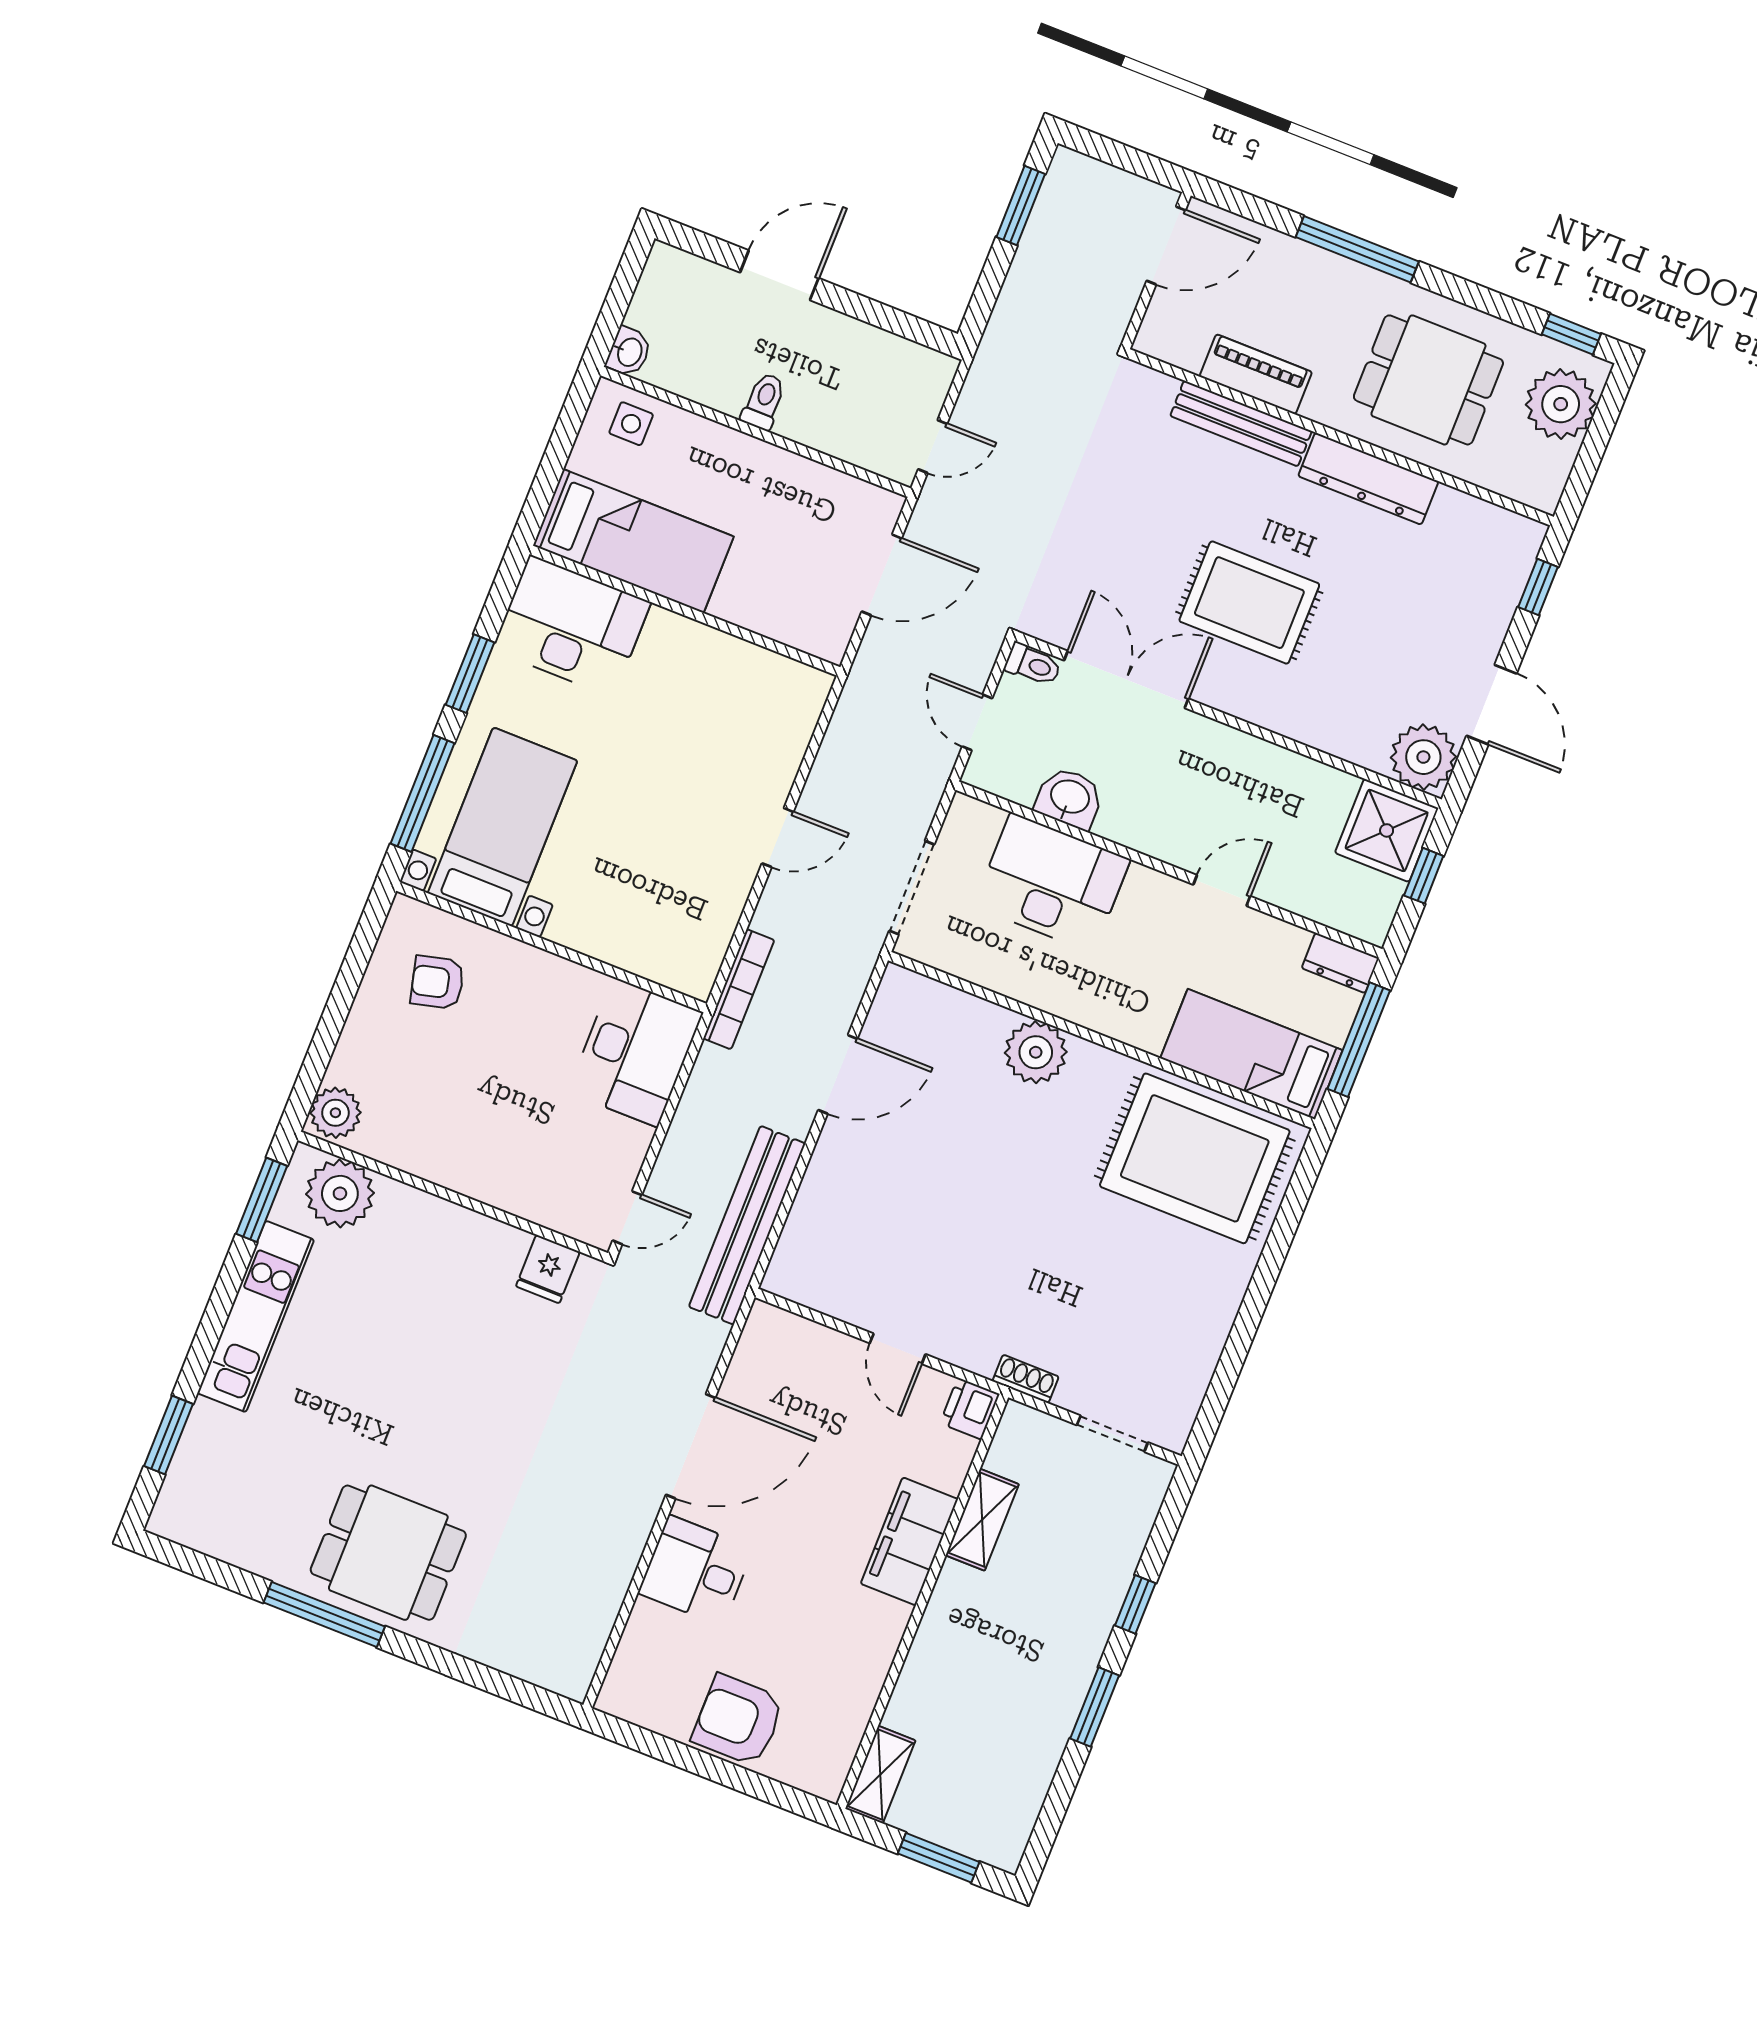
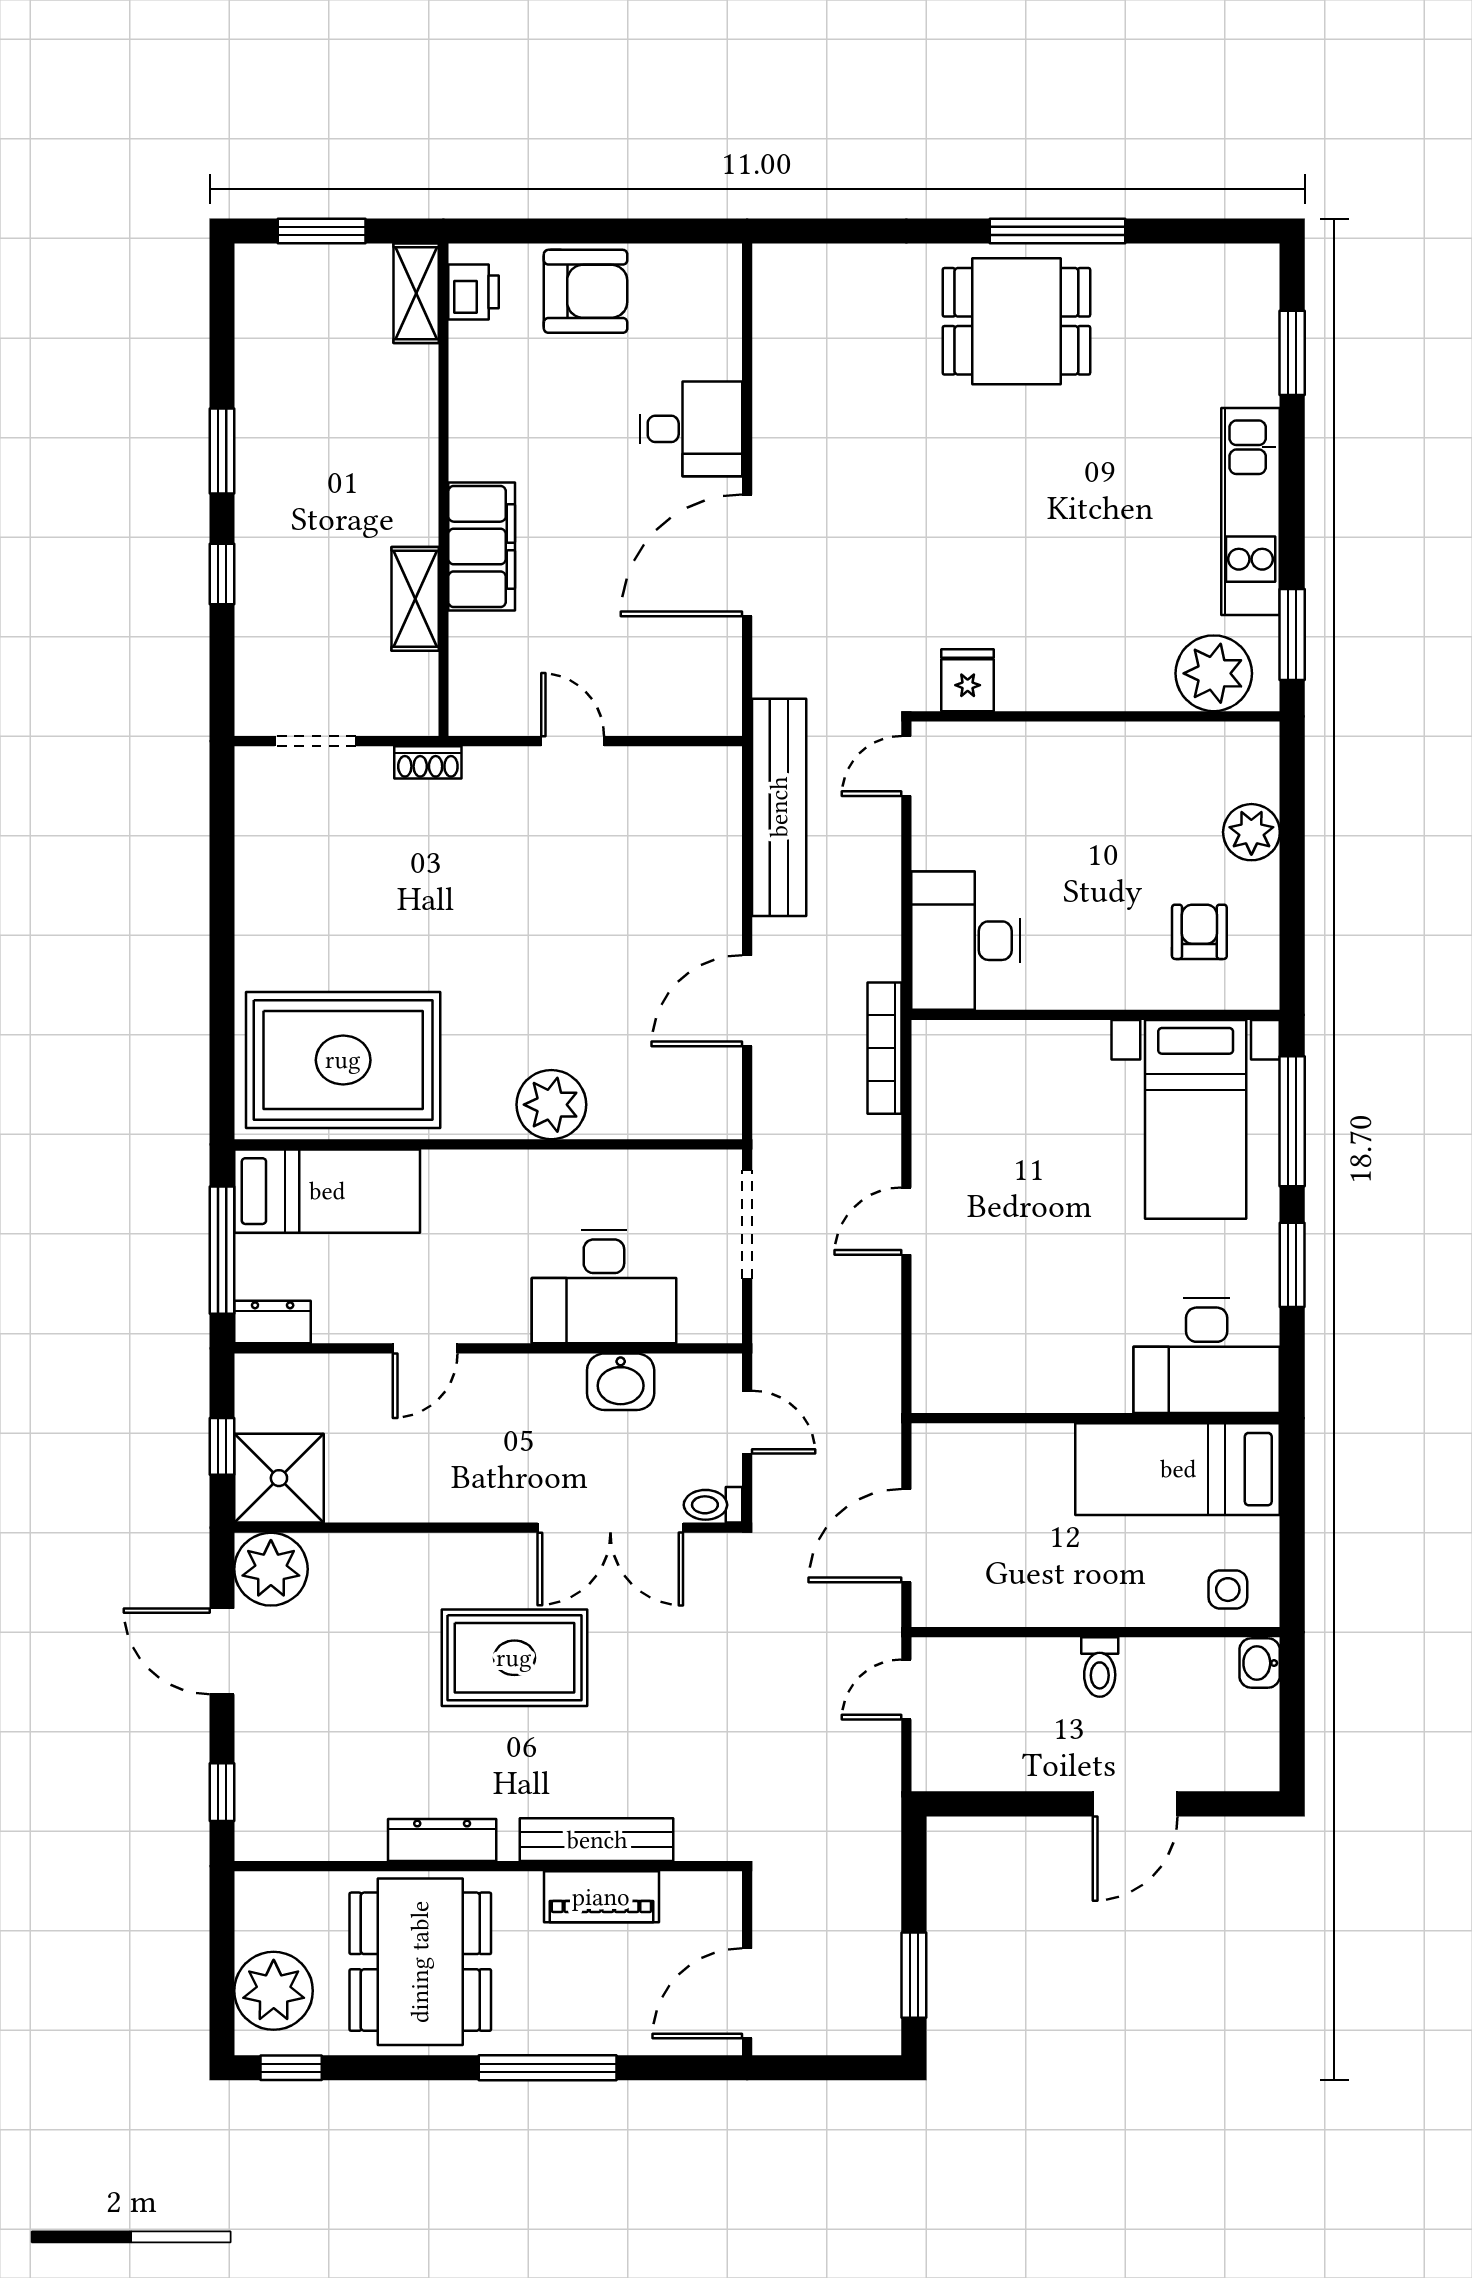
dining table: (1428, 380) -> (420, 1962), width x1.37
dresser: (1368, 479) -> (442, 1840), width x0.73, depth x0.80
armchair: (437, 982) -> (1199, 932), turned -76
plant: (335, 1113) -> (1251, 832), moved
printer: (970, 1409) -> (474, 292), moved

